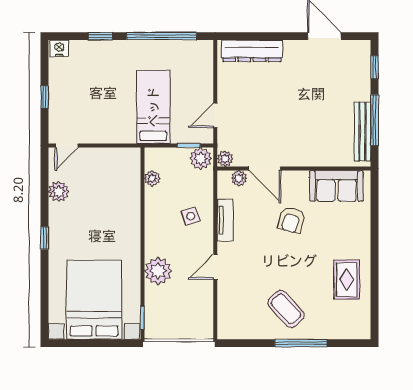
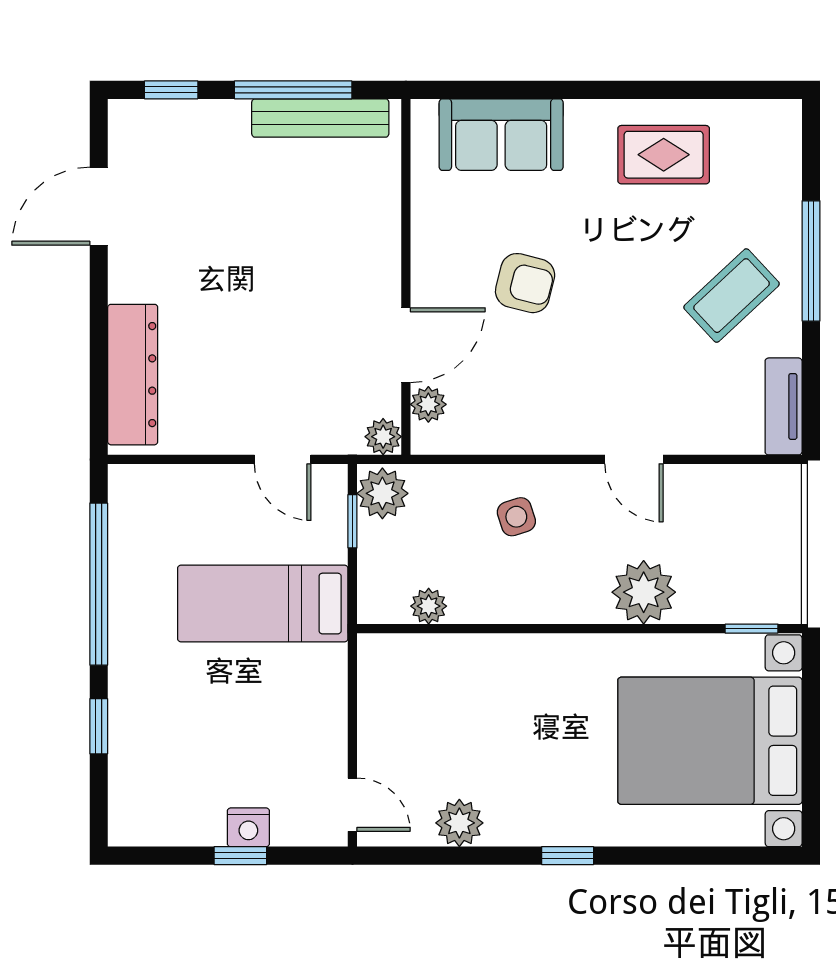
nightstand: (59, 48) -> (248, 827), moved, turned -90
sofa: (337, 186) -> (501, 135), moved, turned 90
tv unit: (225, 220) -> (784, 406), moved, turned -90

